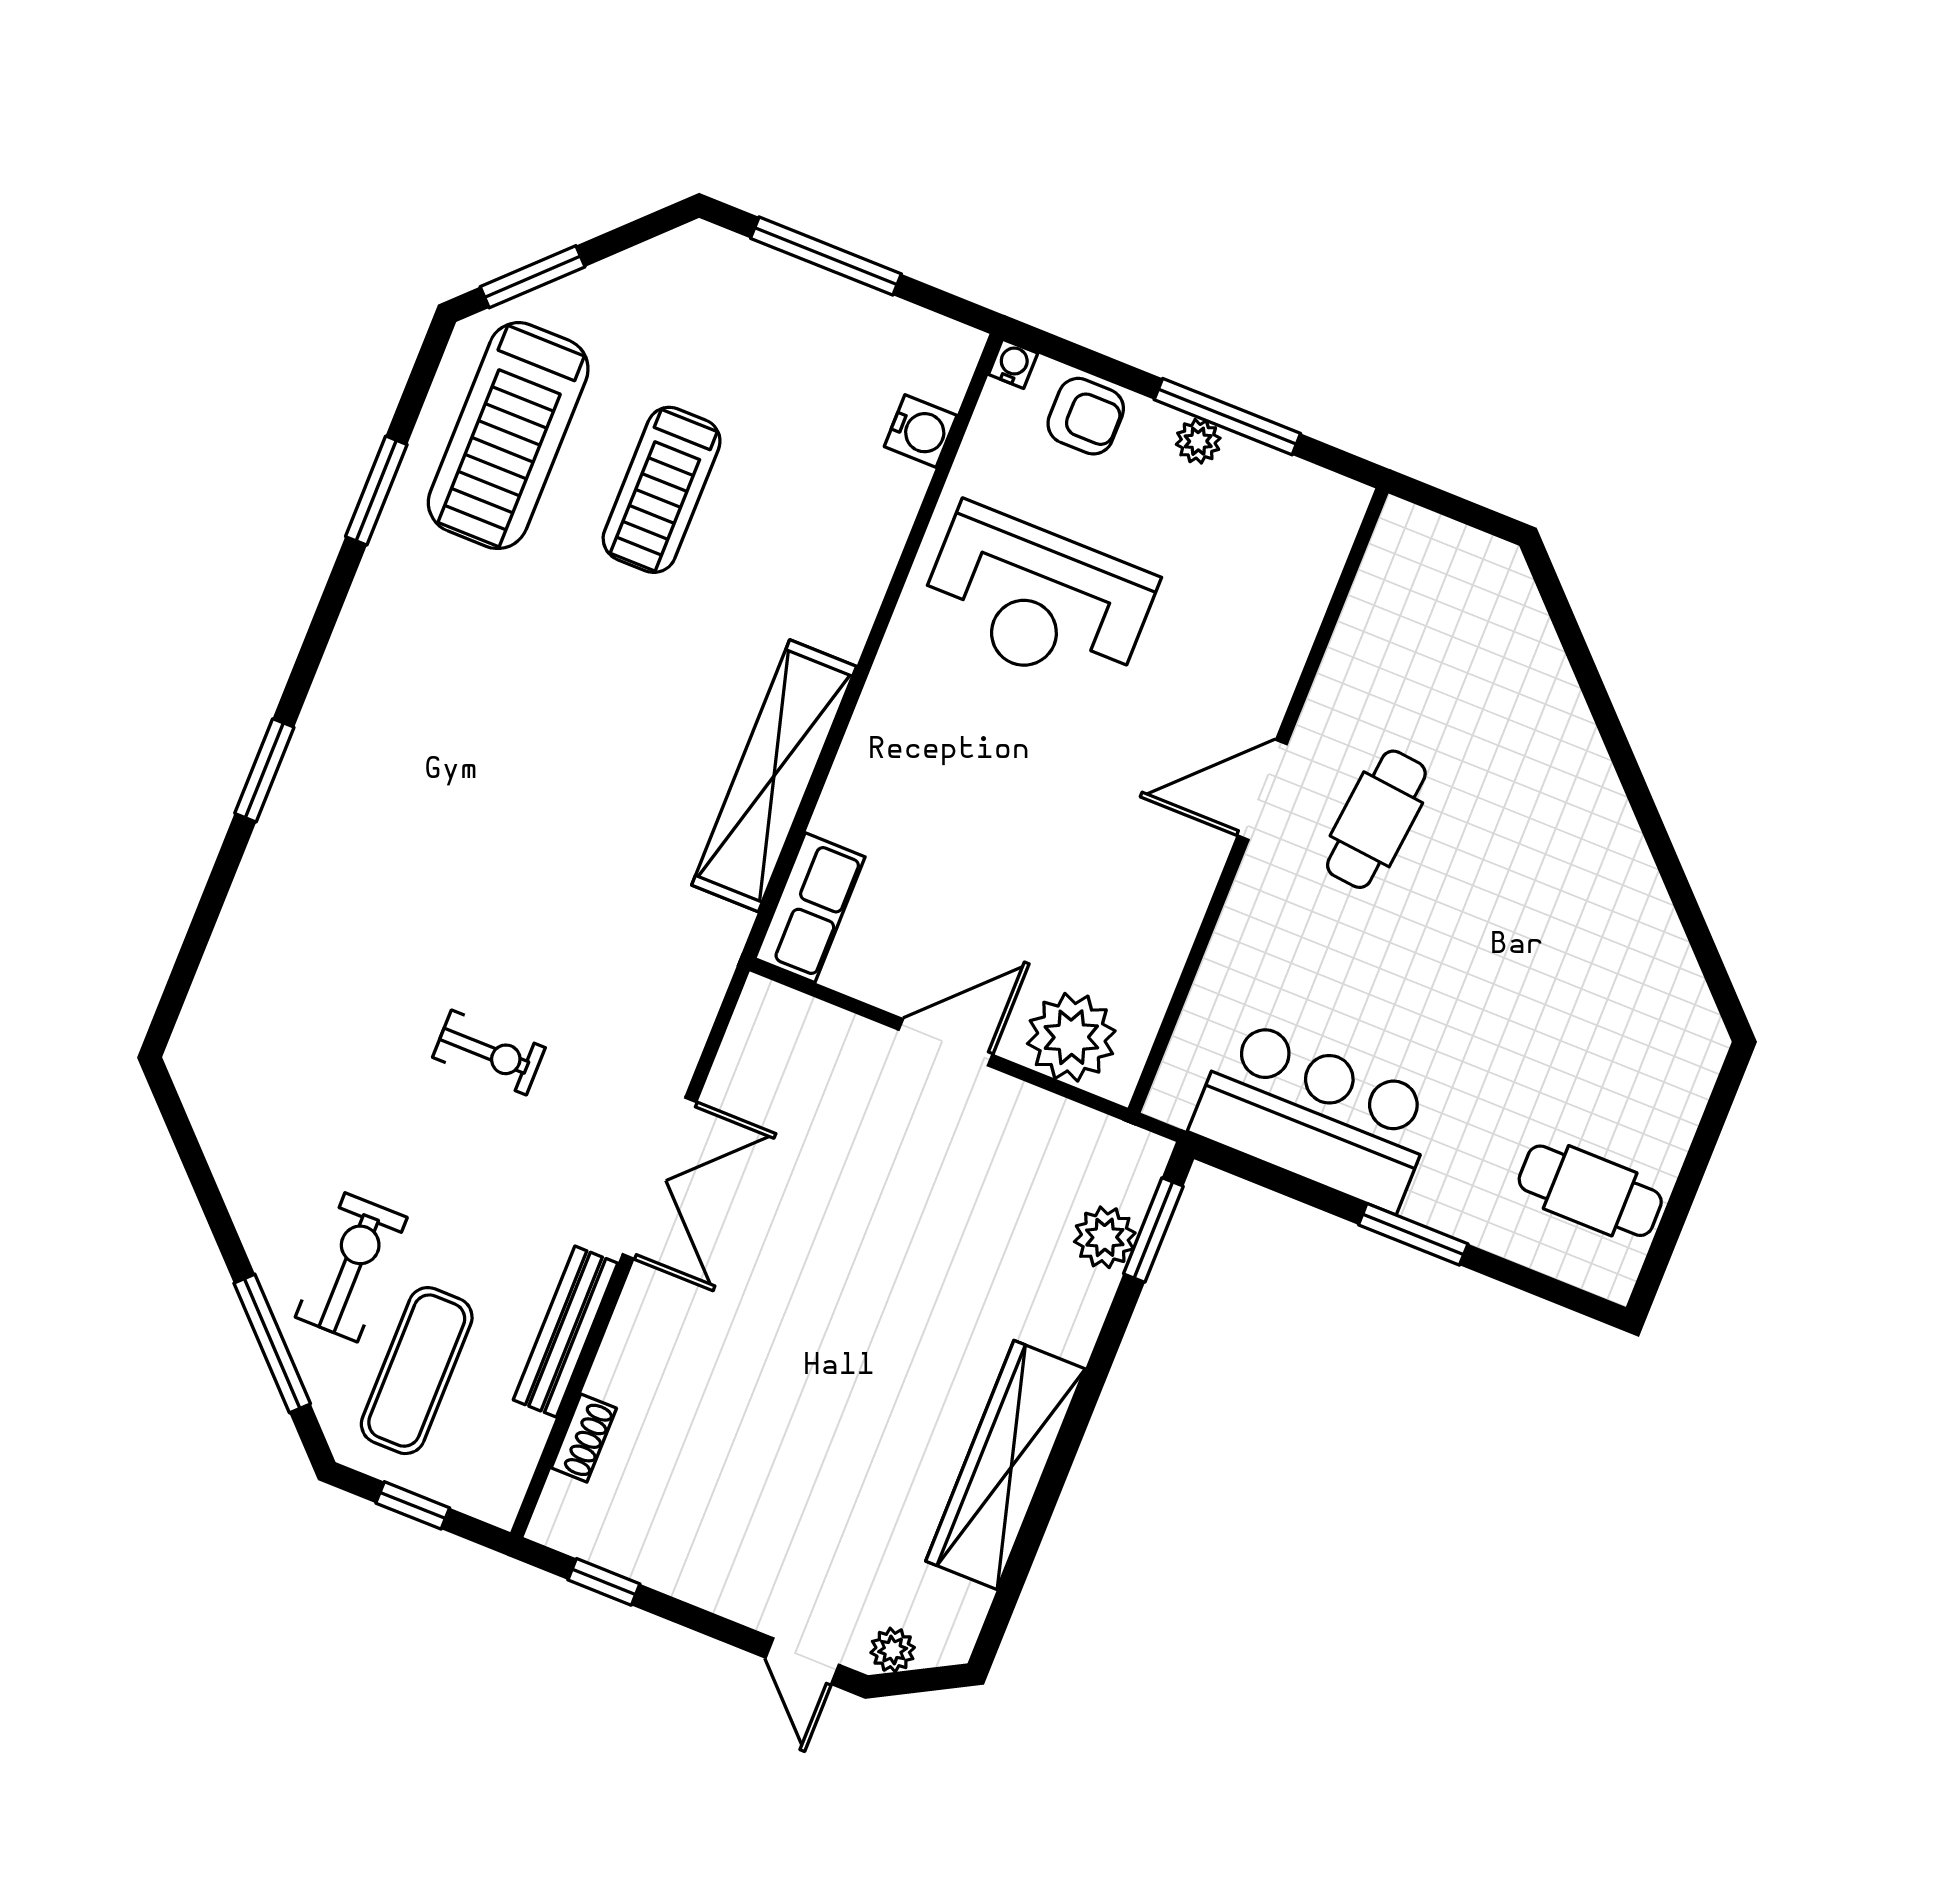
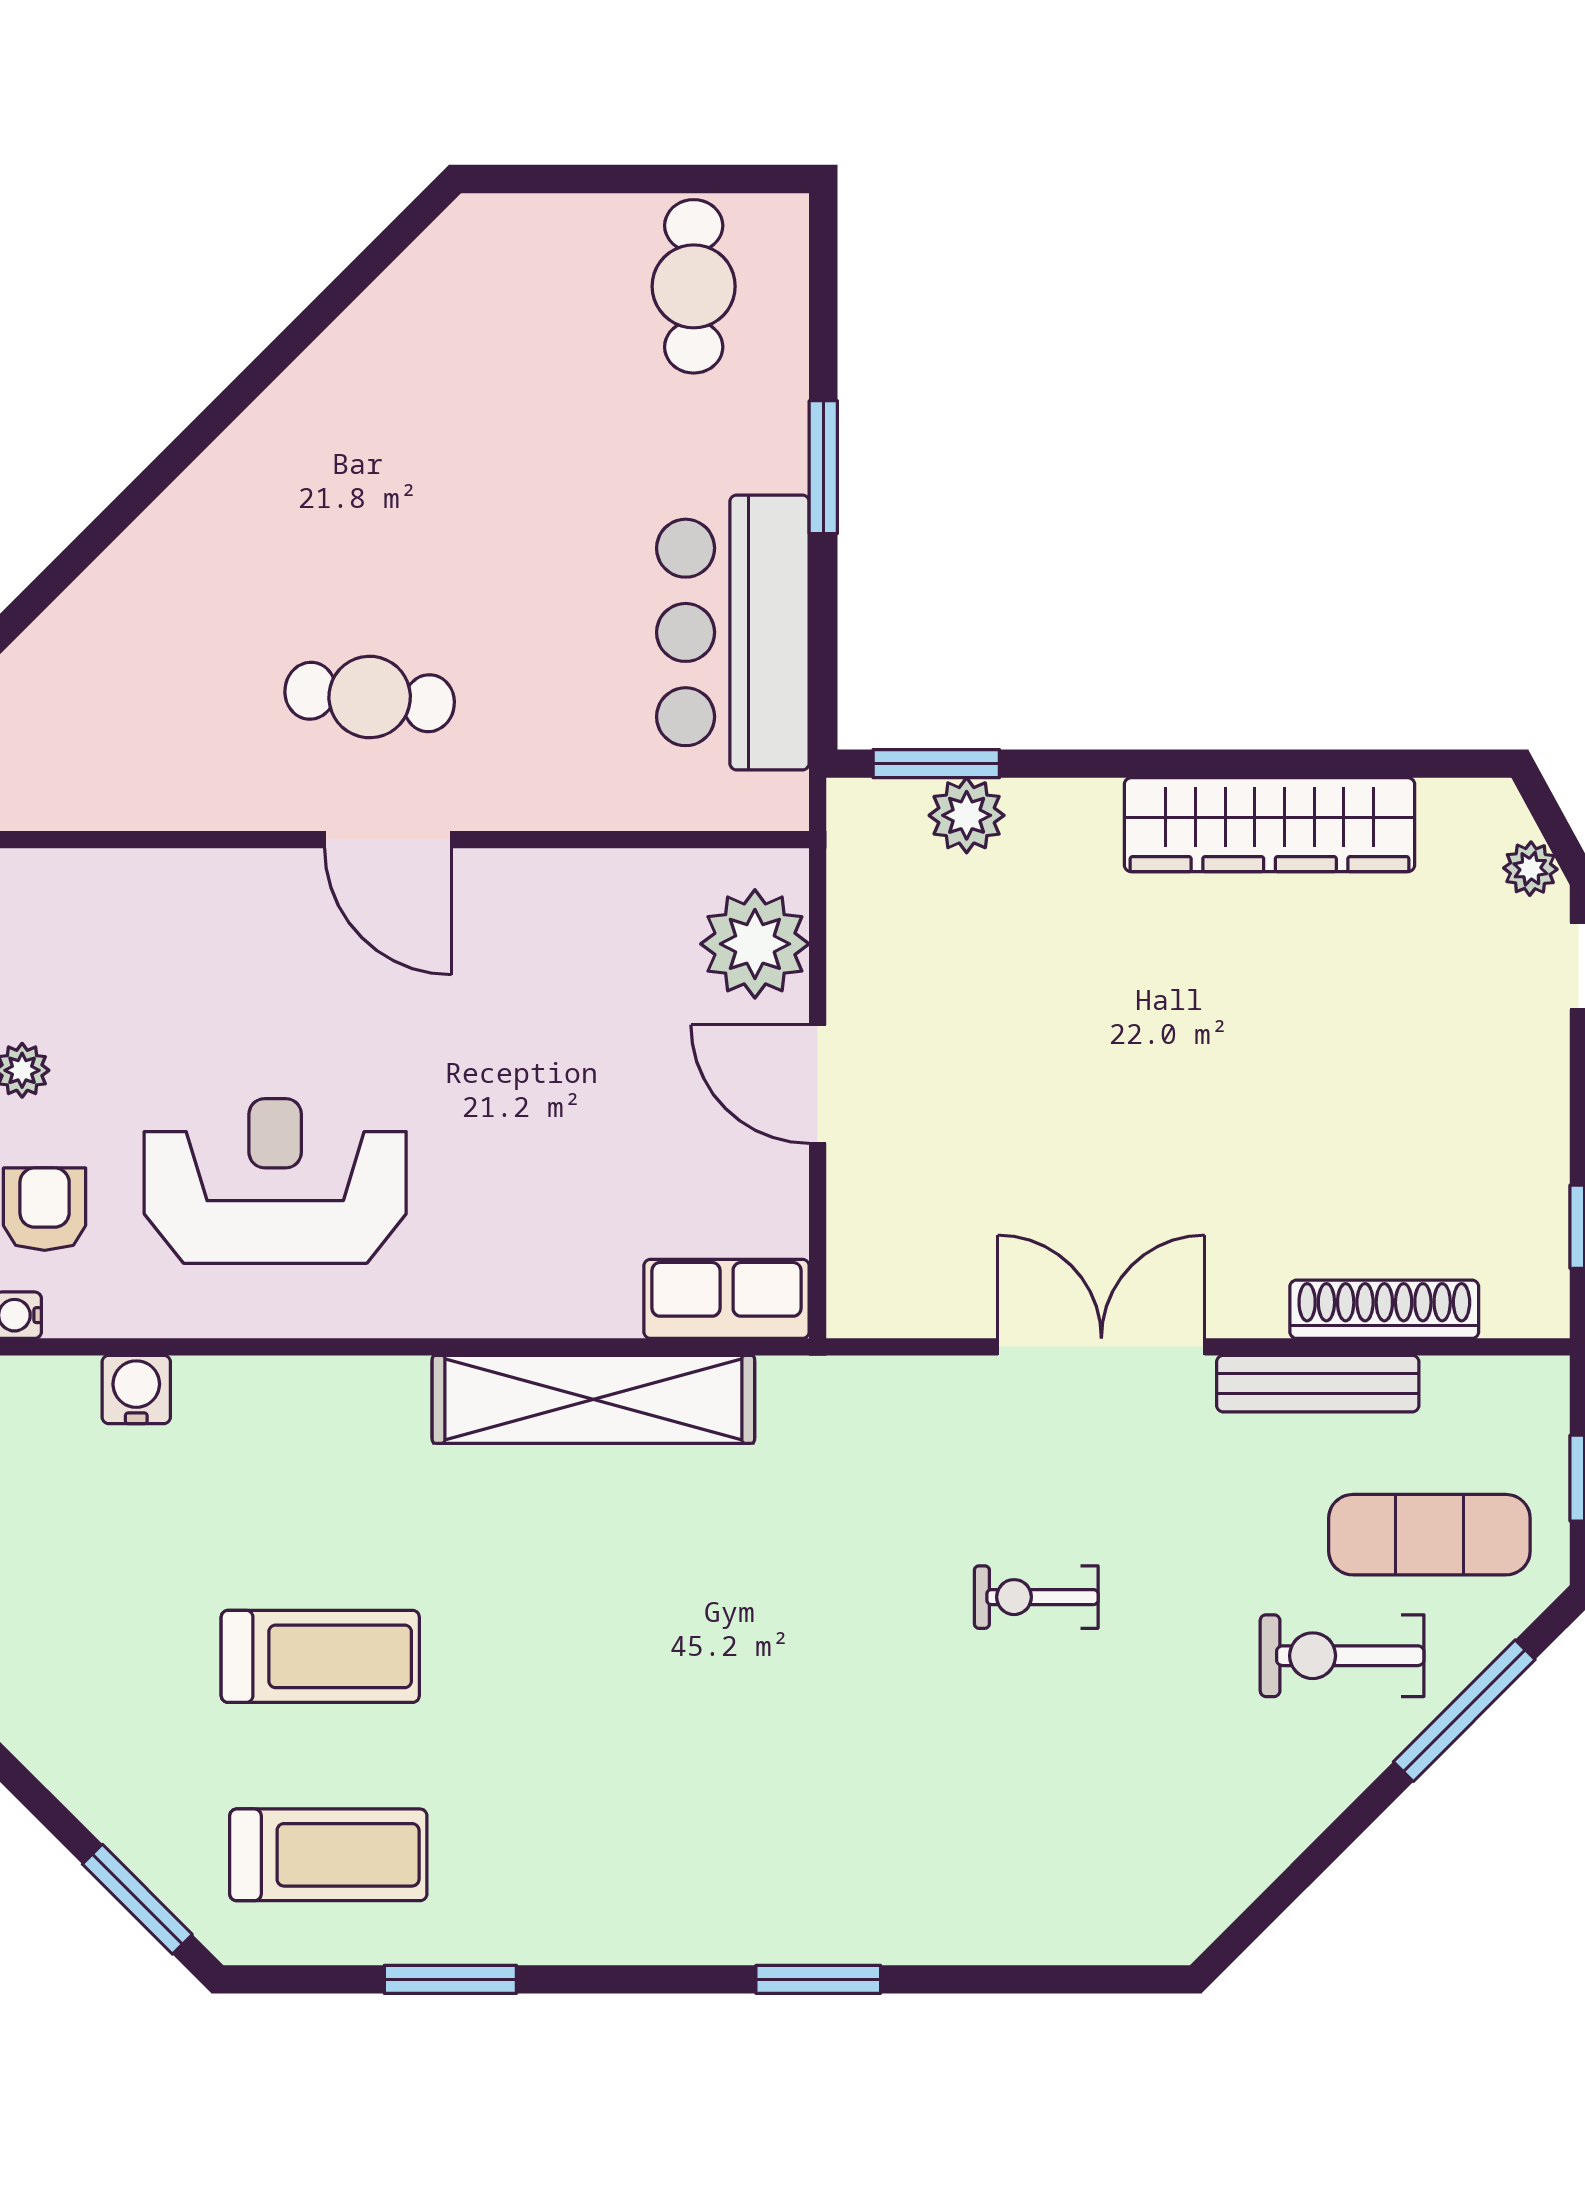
treadmill: (508, 436) -> (328, 1855), width x0.73, depth x0.73
reception desk: (1037, 600) -> (275, 1181), turned -90
exercise bike: (489, 1053) -> (1036, 1597), turned -90
shoe rack: (584, 1438) -> (1384, 1309), width x1.94, depth x1.24

